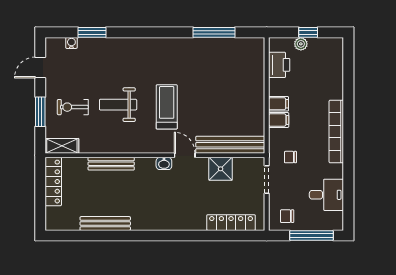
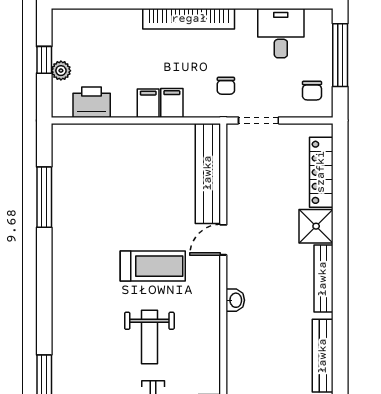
treadmill: (167, 107) -> (153, 266), turned 180
washbasin: (164, 163) -> (235, 300), moved
bench: (111, 164) -> (323, 279), moved
shower: (221, 169) -> (316, 226), moved

